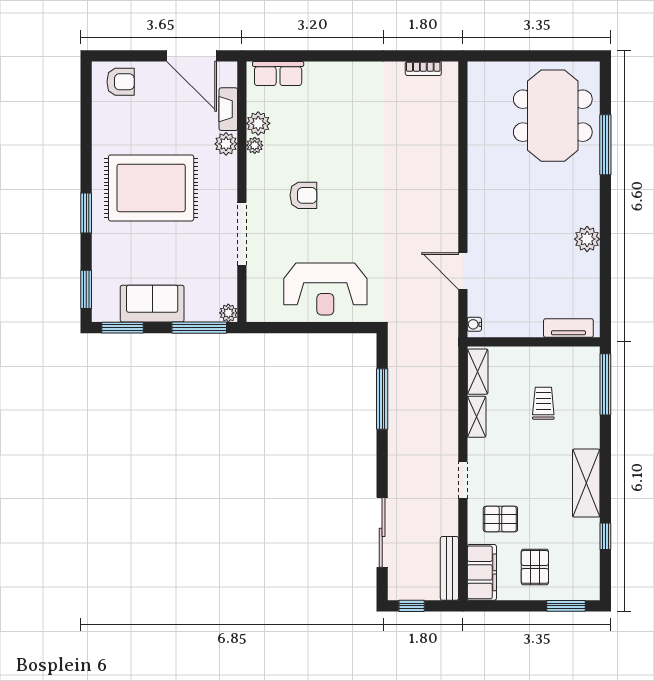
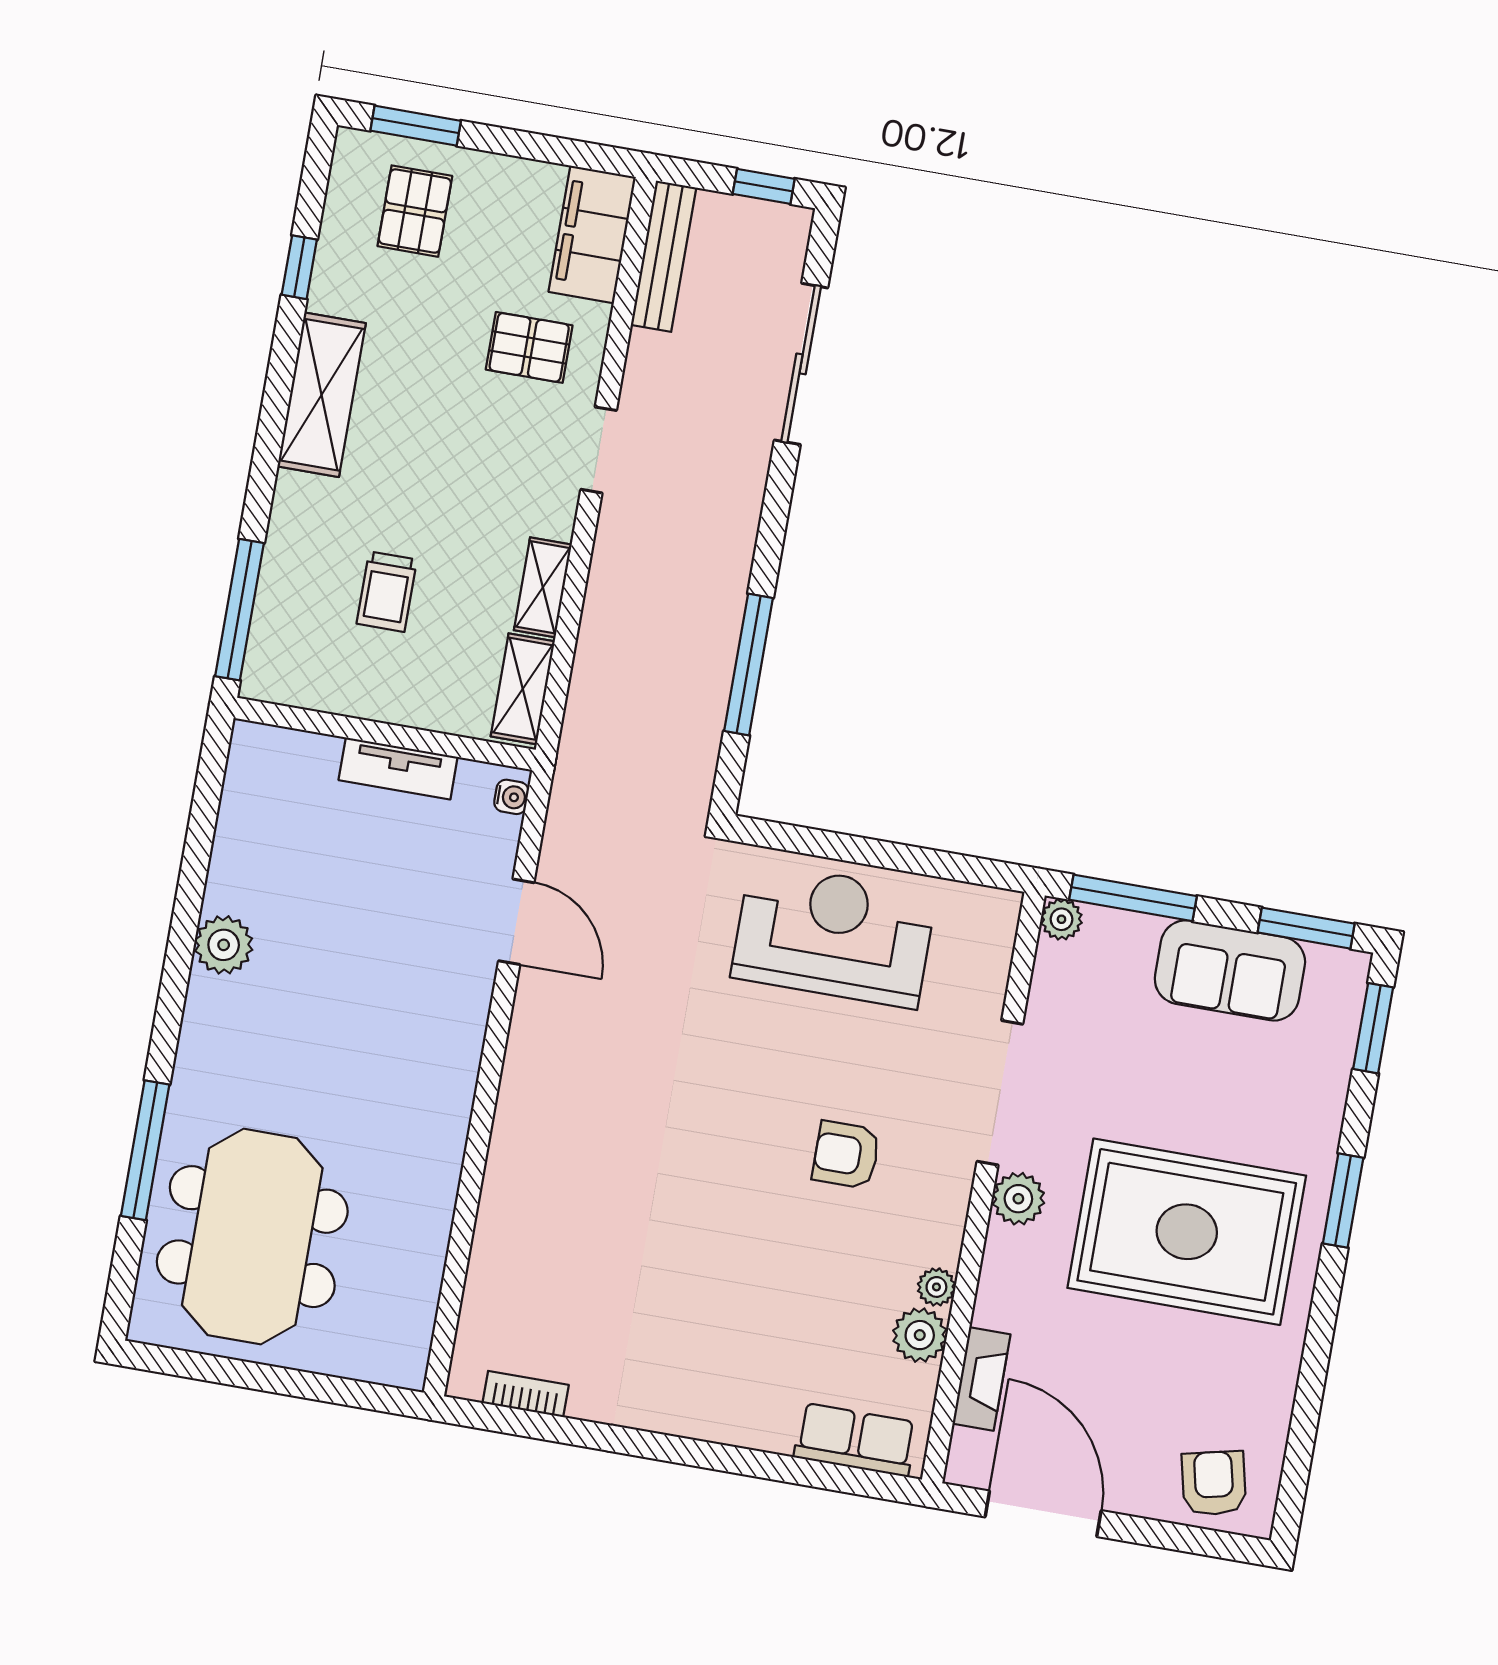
armchair: (121, 82) -> (1214, 1483), turned 77
plant: (226, 144) -> (1018, 1199), moved
tv unit: (568, 328) -> (398, 768), moved
pallet: (535, 567) -> (415, 211), moved

